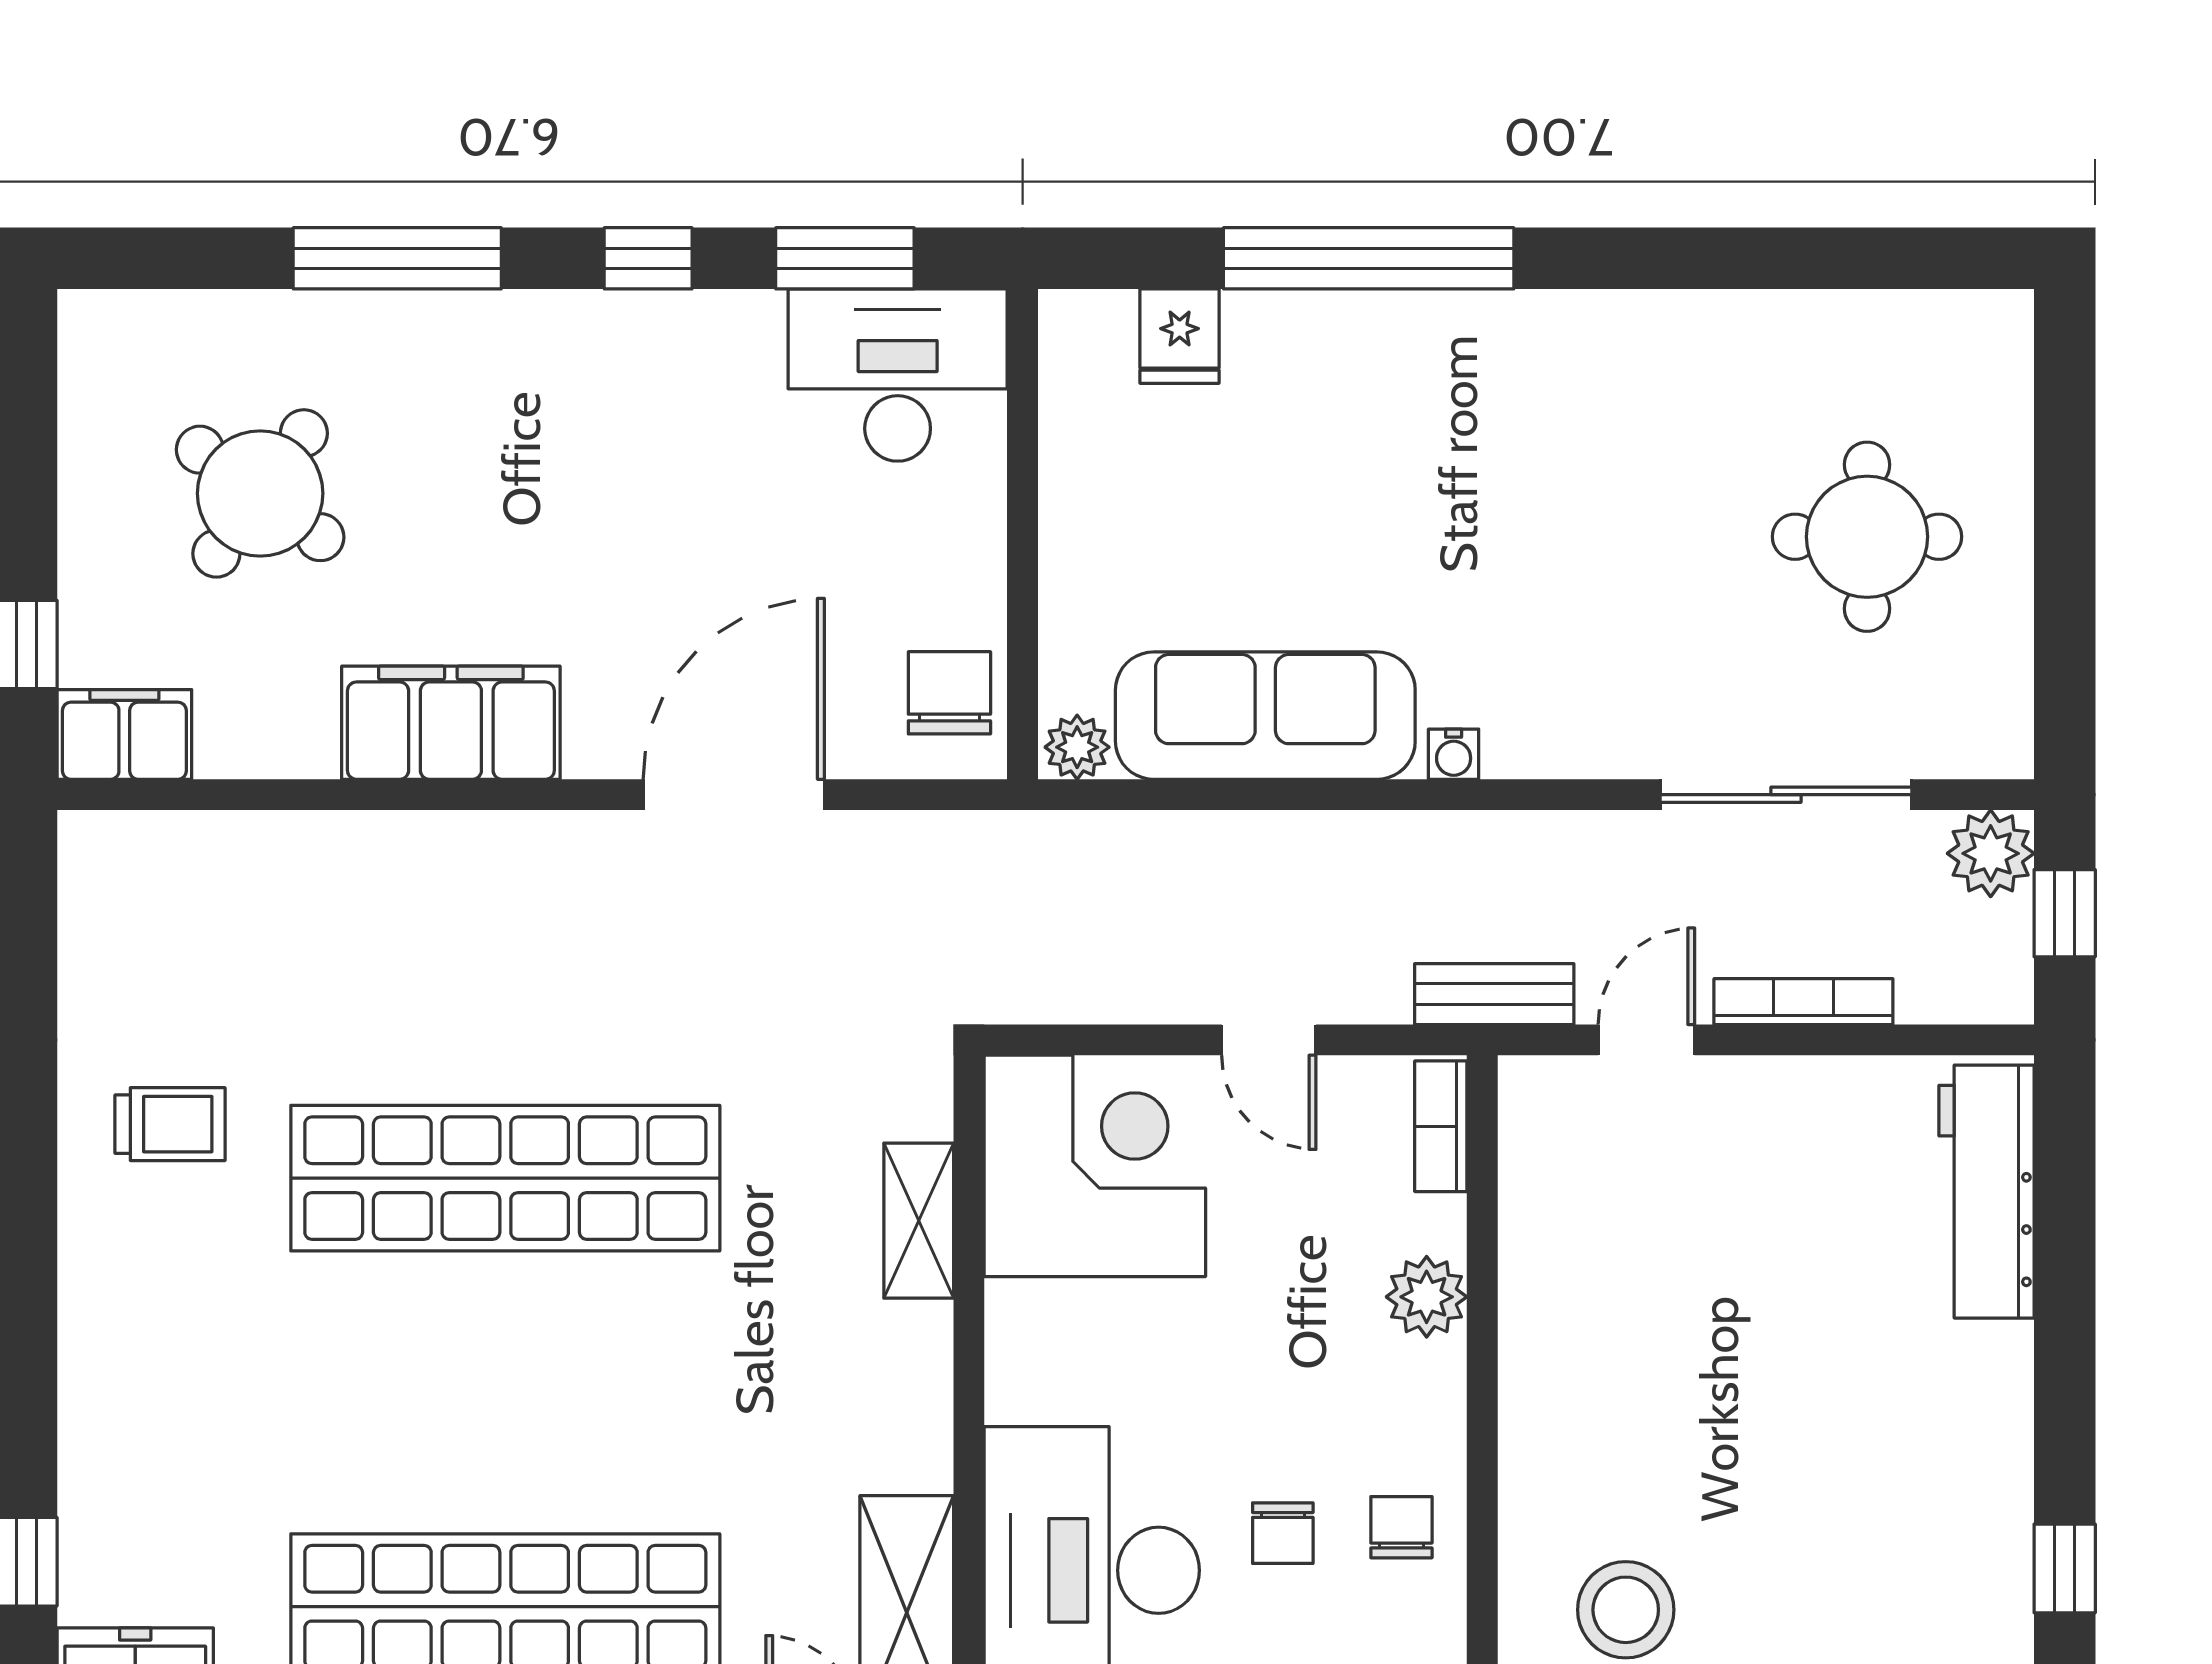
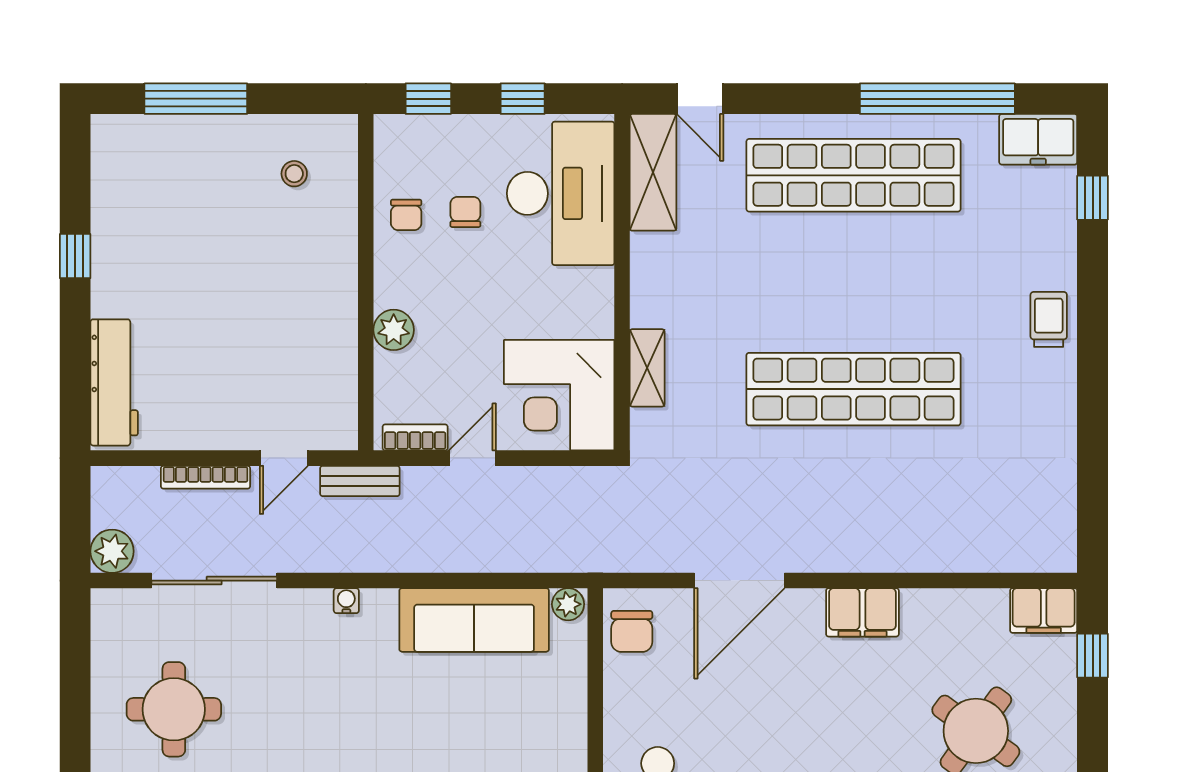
filing cabinet: (451, 723) -> (862, 612), width x0.67, depth x0.86
water cooler: (1454, 754) -> (346, 601), moved
window: (2065, 913) -> (75, 521), removed
door: (1269, 1040) -> (472, 458), hinge flipped
trolley: (170, 1124) -> (1049, 319), moved, turned 90
bookcase: (1441, 1126) -> (415, 437), moved, turned -90
window: (2065, 1568) -> (75, 256), moved
stool: (1626, 1610) -> (294, 174), width x0.53, depth x0.53

